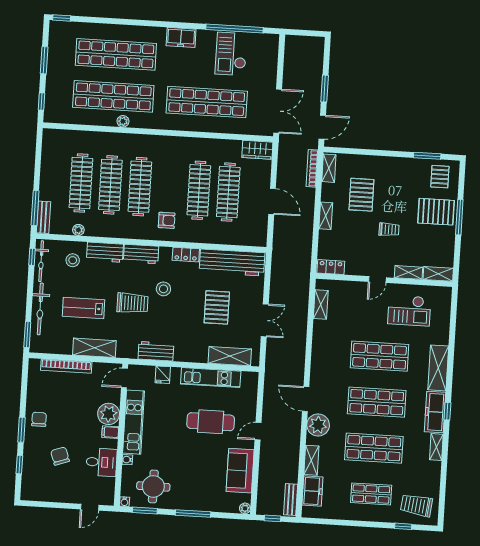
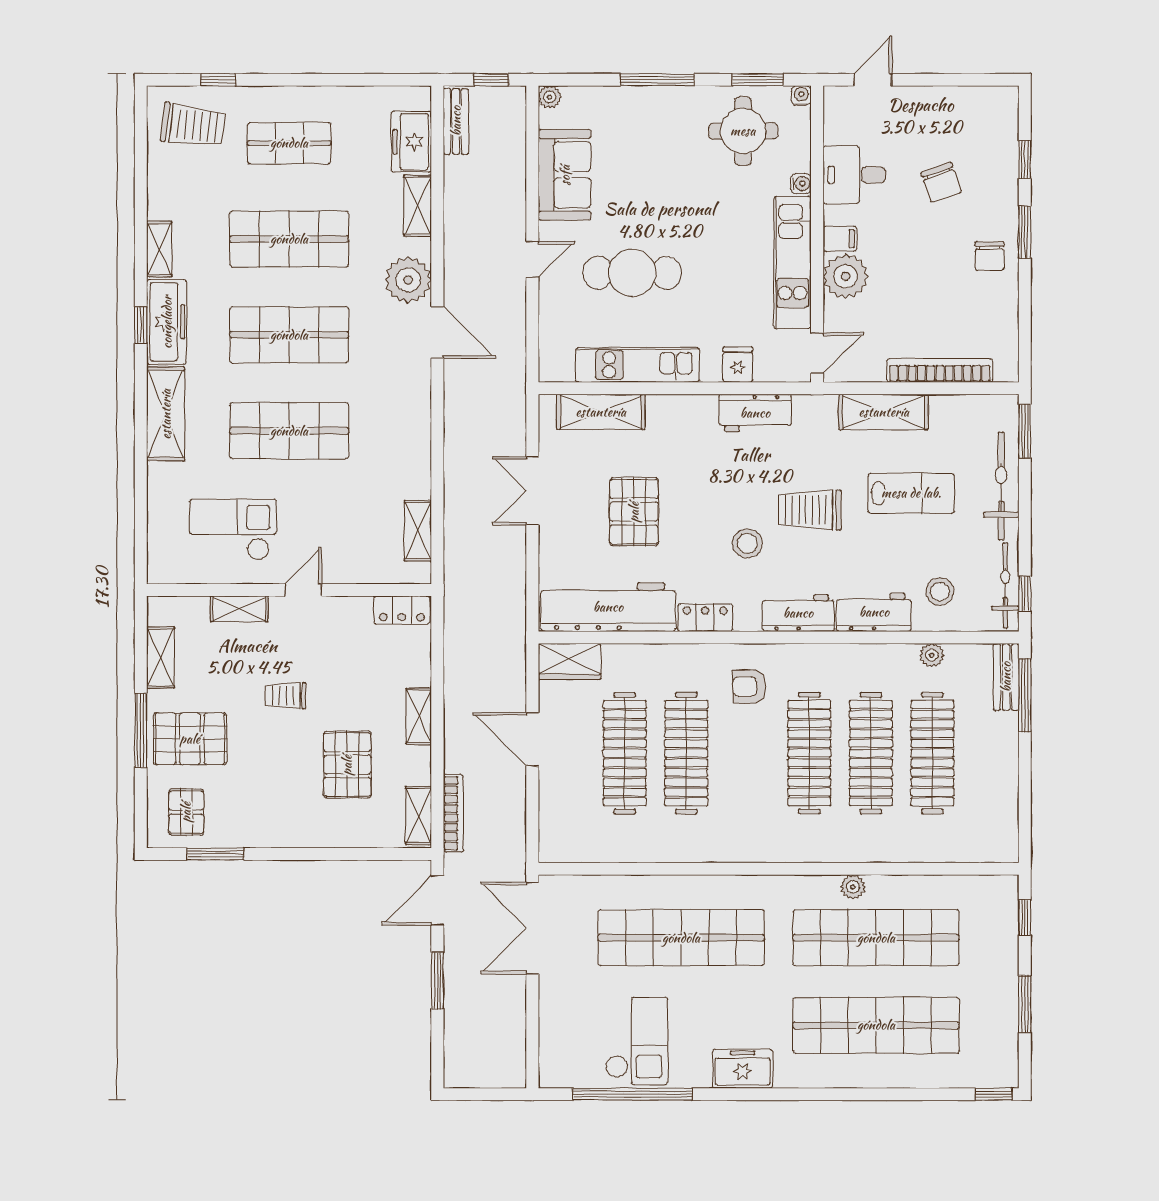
wardrobe: (257, 150) -> (570, 662), moved, turned 180
shelving: (438, 274) -> (161, 657), moved, turned 90

